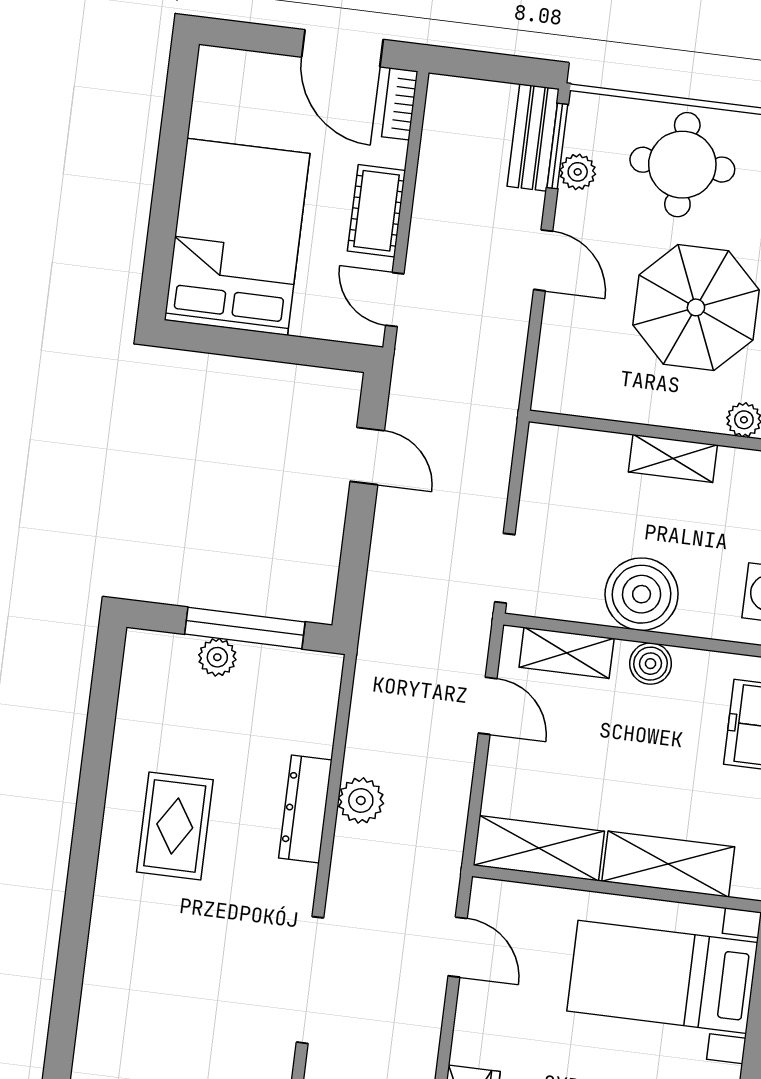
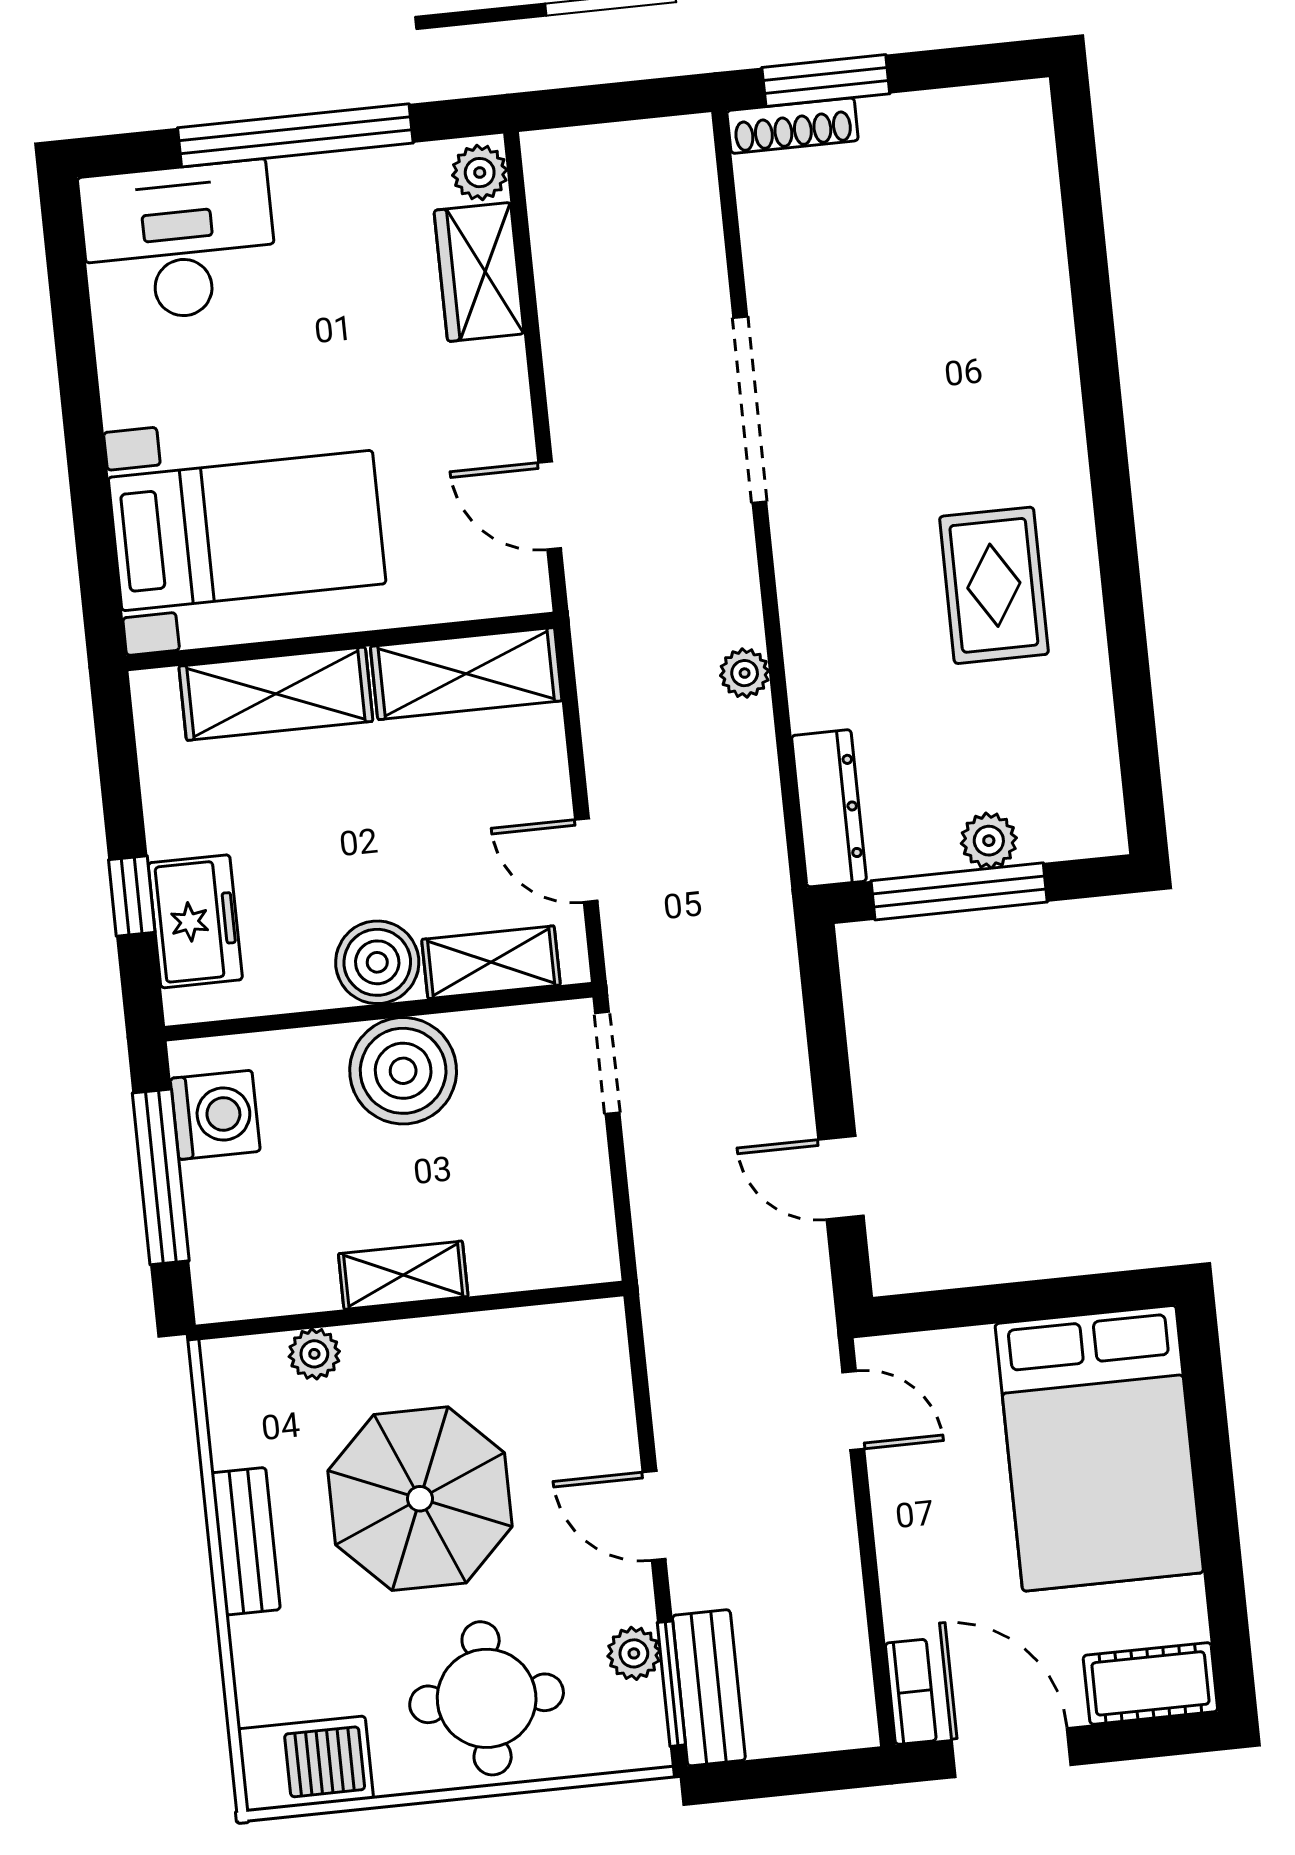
cot: (376, 211) -> (1150, 1683), moved, turned 90
boiler: (651, 664) -> (377, 962), width x1.36, depth x1.36
plant: (361, 800) -> (745, 673), width x0.73, depth x0.73
dresser: (305, 809) -> (829, 808), moved

